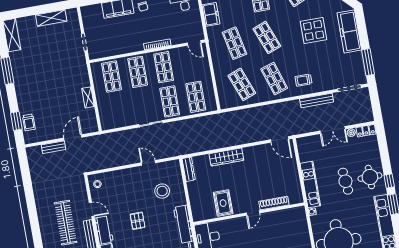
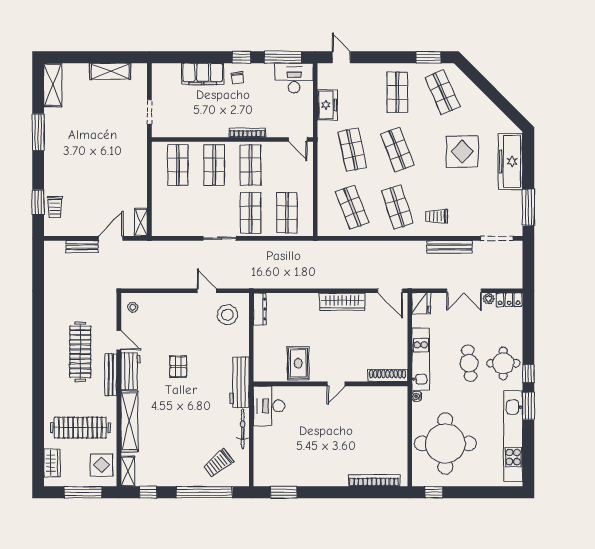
shelving: (88, 97) -> (141, 222), moved
fridge: (304, 145) -> (421, 304), added
wardrobe: (226, 157) -> (342, 302), moved
stool: (162, 191) -> (227, 315), moved
shoe rack: (274, 203) -> (388, 375), moved

